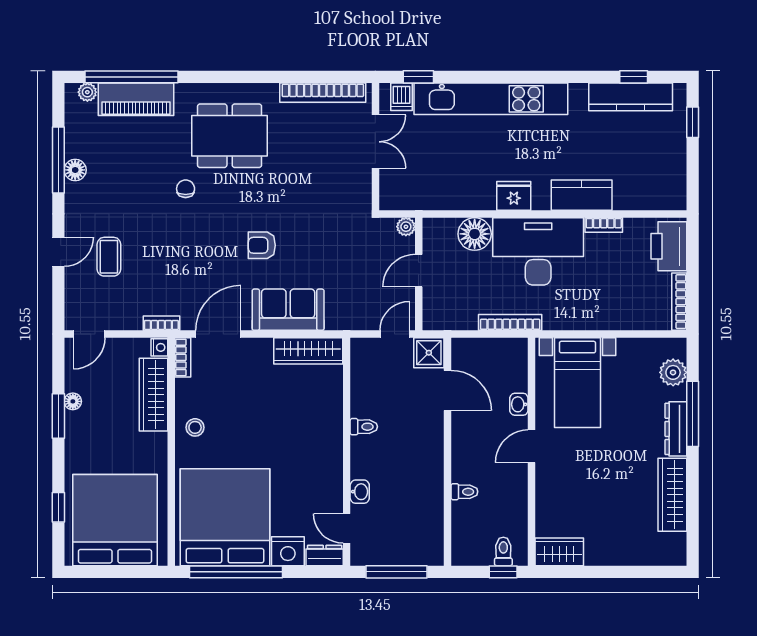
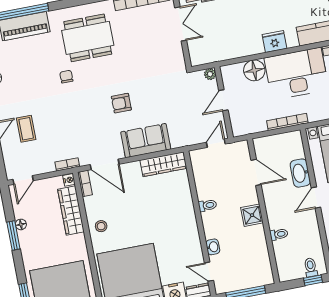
door: (218, 334) -> (105, 164), swing flipped
shower: (429, 353) -> (252, 215), moved
washbasin: (519, 404) -> (300, 173), width x1.91, depth x1.45

